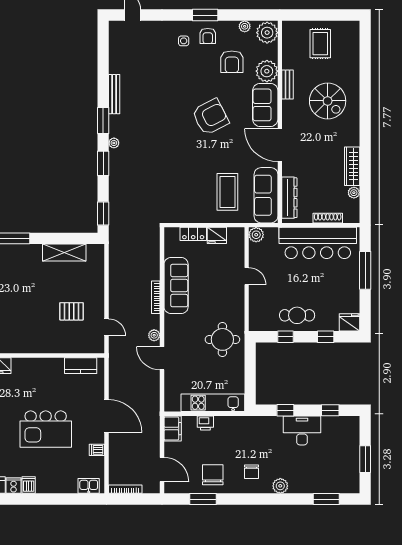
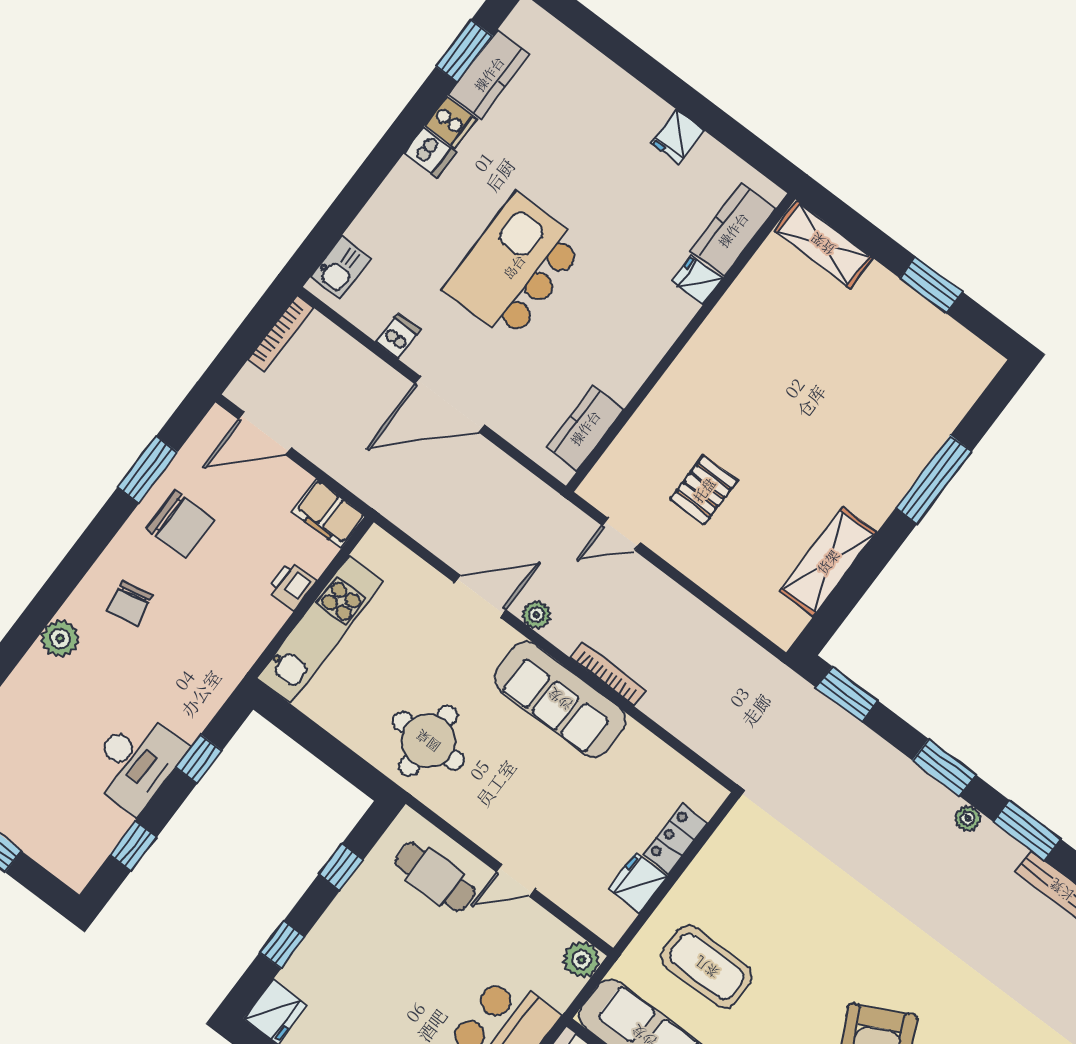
sofa: (176, 286) -> (560, 699), moved
cafe table: (297, 315) -> (435, 877), moved, turned 90
chair: (252, 472) -> (129, 603), turned -101

